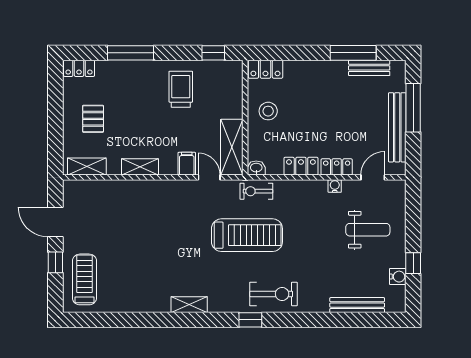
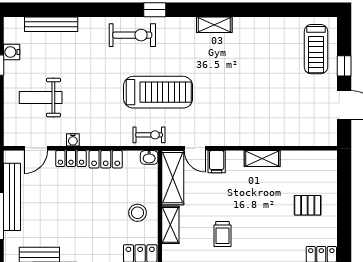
trolley: (181, 89) -> (222, 234), width x0.73, depth x0.72
pallet: (93, 119) -> (308, 205), turned 90
shelving: (87, 167) -> (170, 225), moved, turned 90
treadmill: (247, 235) -> (158, 92), turned 180
exercise bike: (274, 294) -> (132, 35), turned 180

